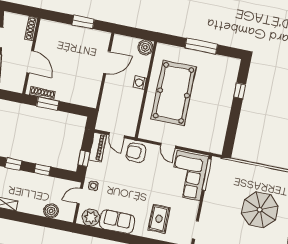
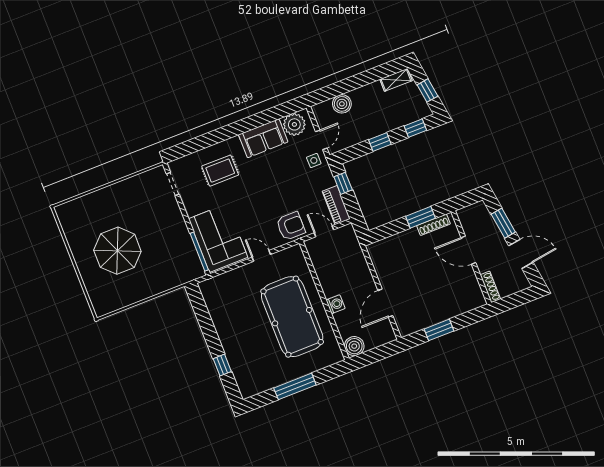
rug: (159, 219) -> (220, 171), turned 90

